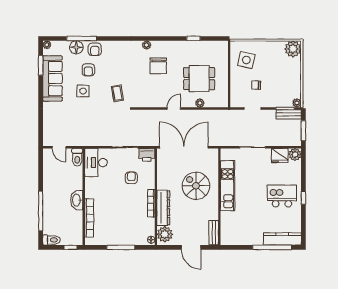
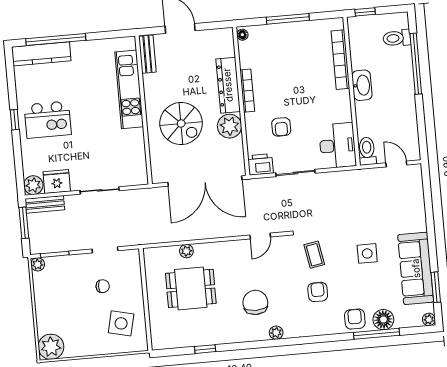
armchair: (88, 70) -> (318, 292), moved
door: (174, 108) -> (260, 236), moved
bench: (289, 114) -> (45, 204), moved
kitchen unit: (228, 186) -> (129, 89), moved
plant: (165, 234) -> (229, 126), moved
toilet: (51, 240) -> (397, 38), moved

